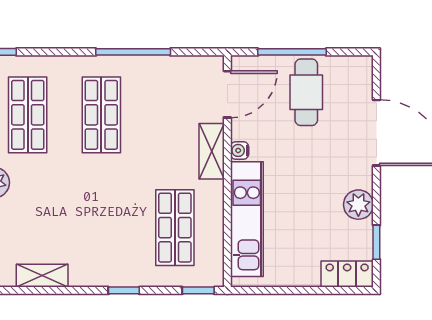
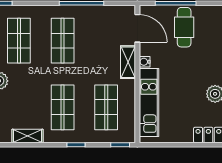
door: (227, 94) -> (137, 28), hinge flipped
shop shelf: (101, 228) -> (63, 107), added

